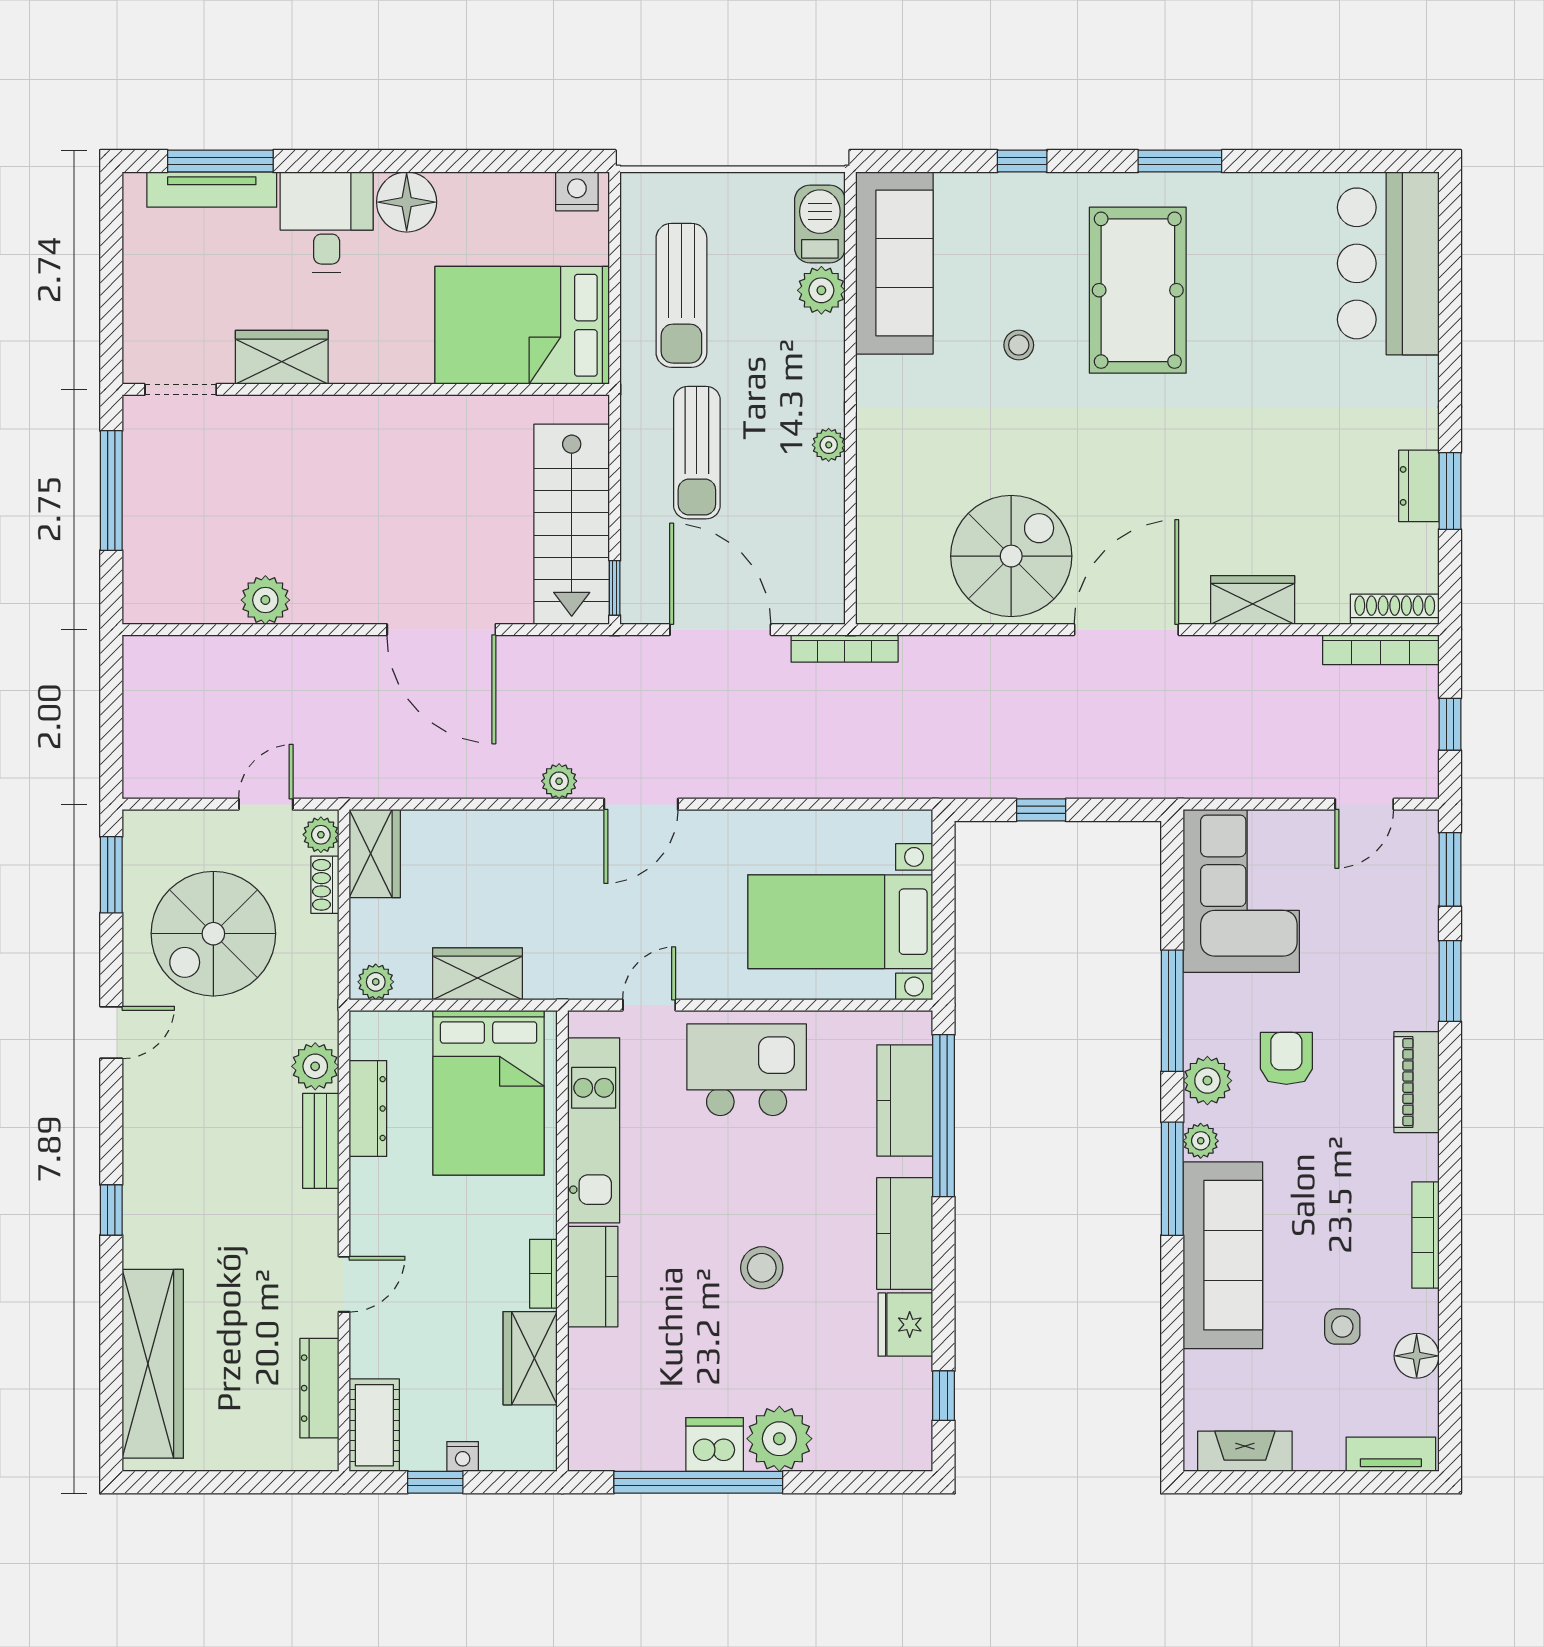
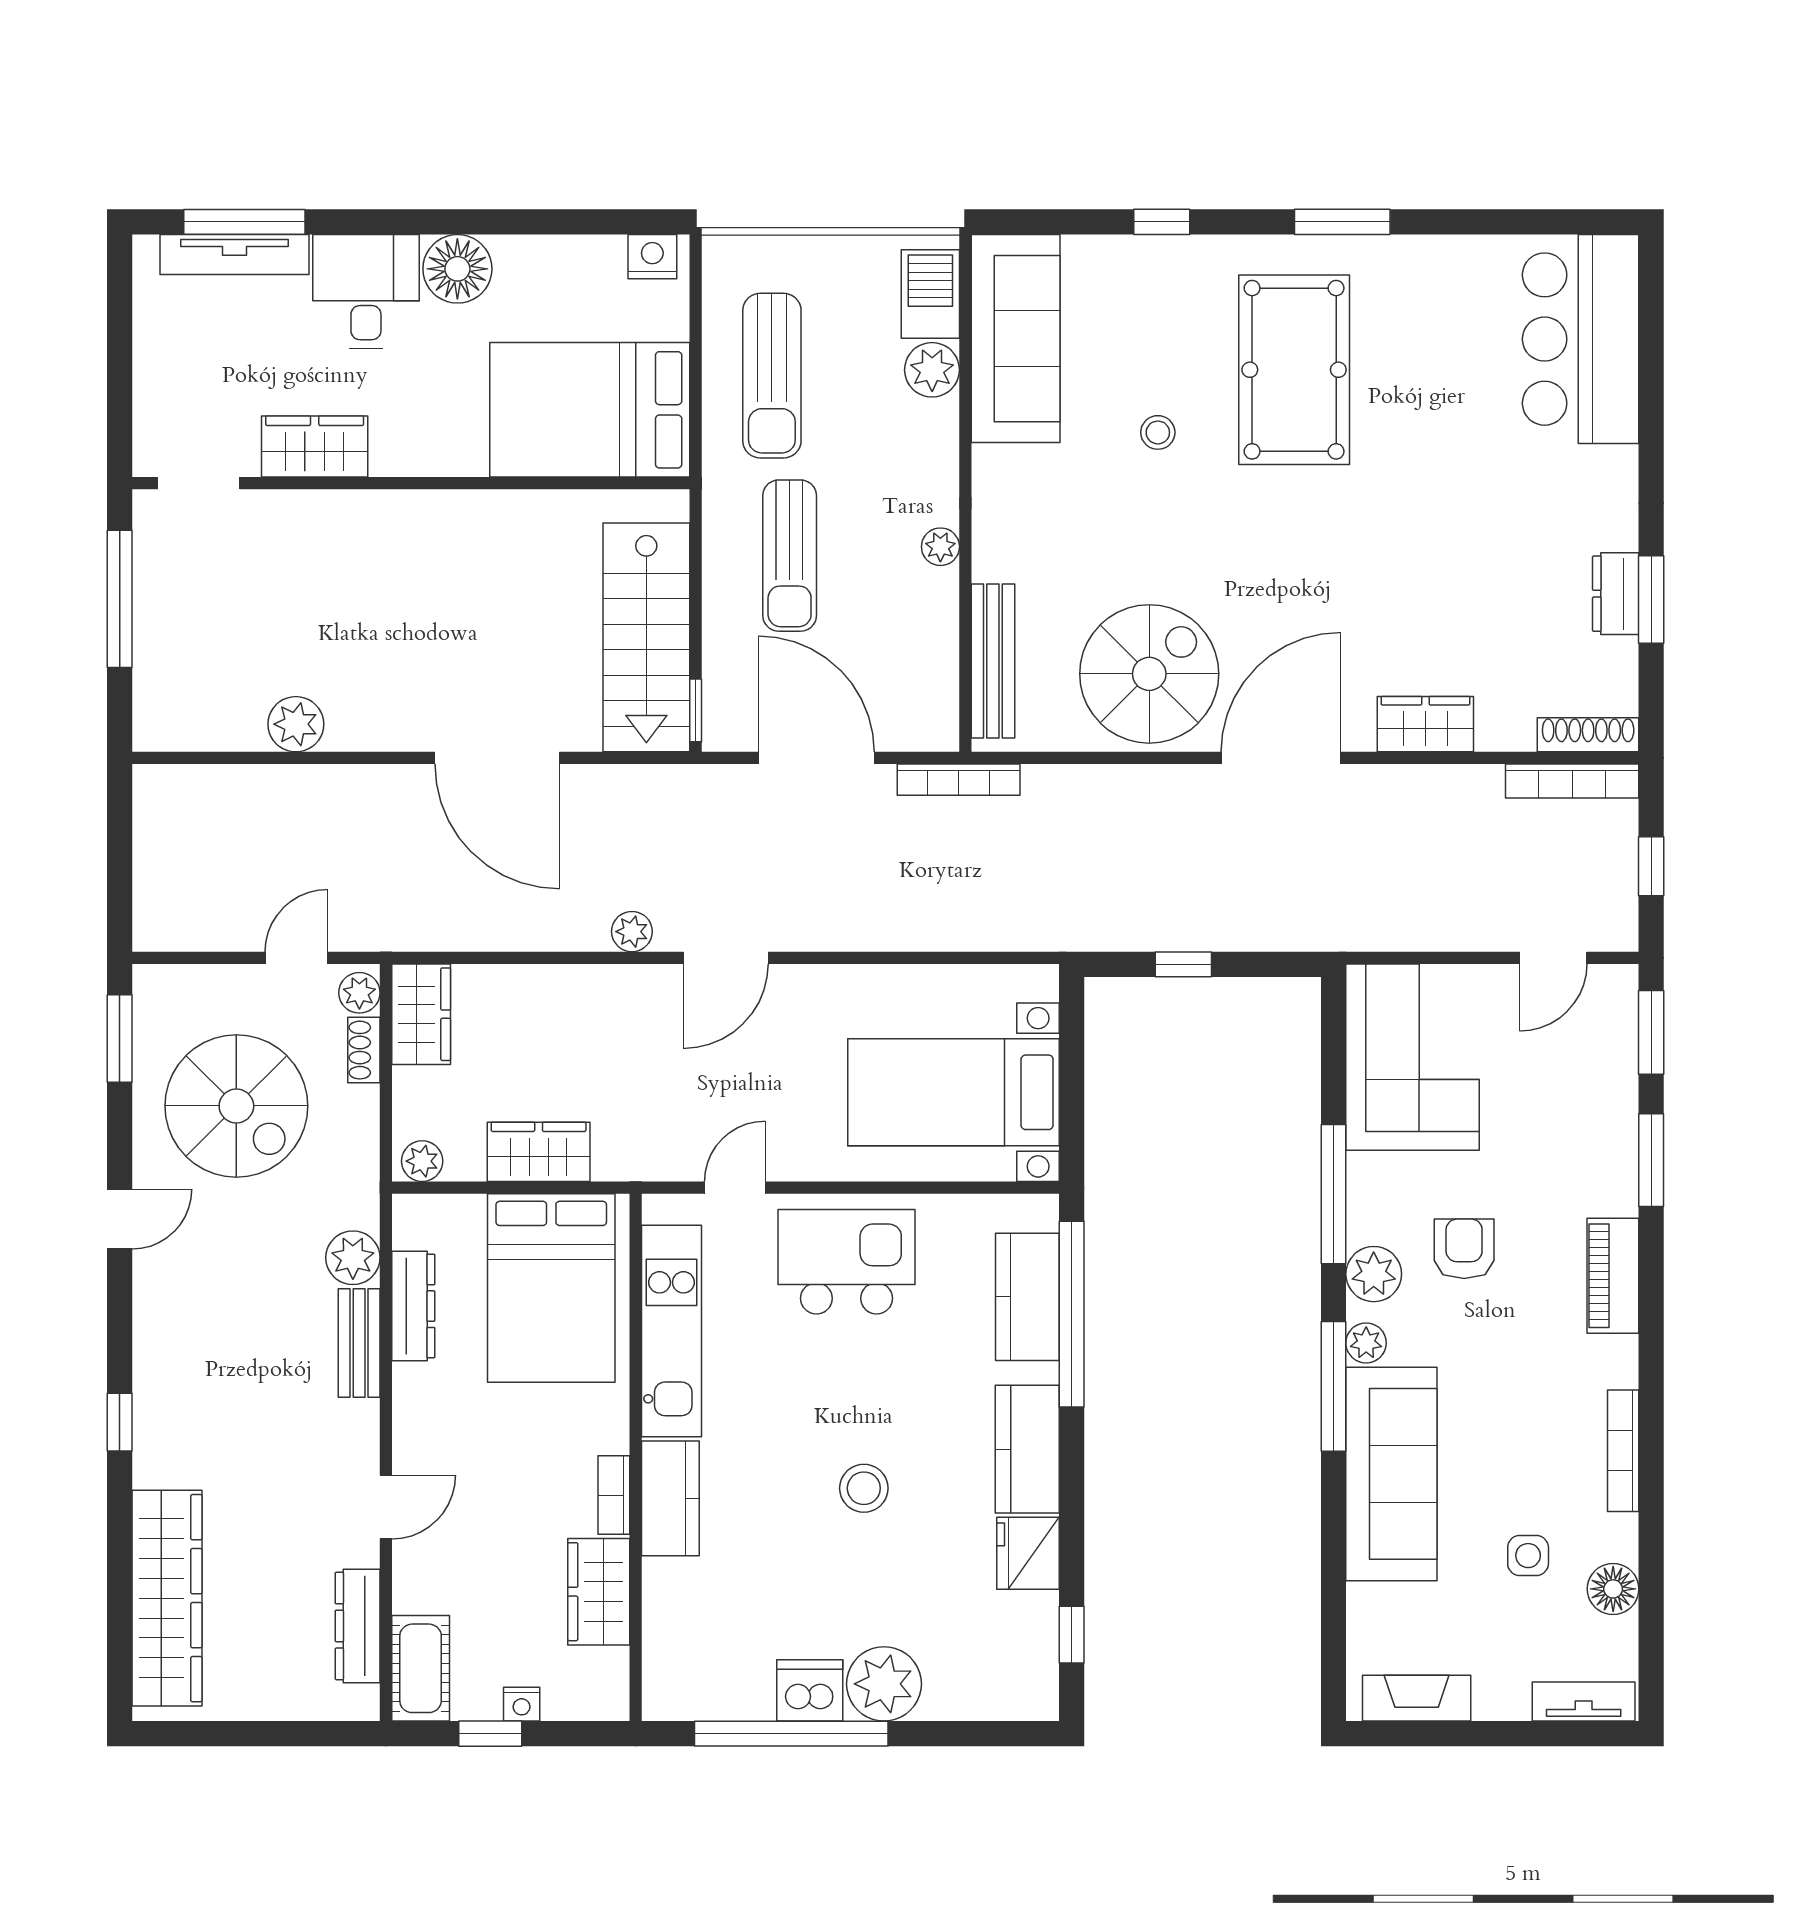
bench: (875, 545) -> (993, 661), added
spiral stairs: (213, 934) -> (236, 1106), turned -90

